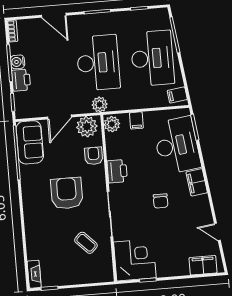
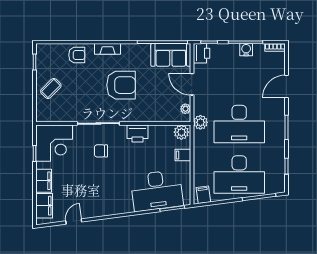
printer: (21, 80) -> (201, 53), moved, turned -90
plant: (87, 127) -> (185, 109), width x0.53, depth x0.53
armchair: (94, 156) -> (77, 55), moved
filing cabinet: (197, 182) -> (44, 181), moved, turned 97
chair: (161, 201) -> (101, 151), moved
coffee table: (86, 243) -> (51, 88), moved
fireplace: (34, 274) -> (107, 49), moved

